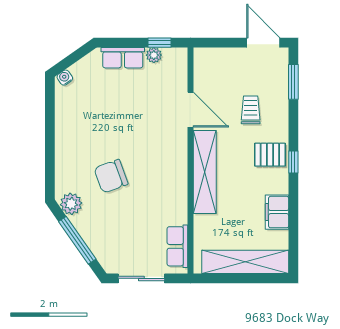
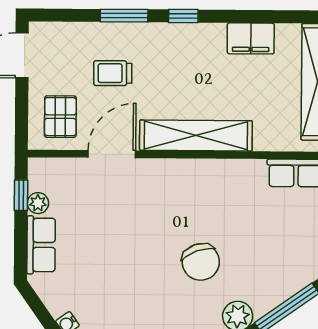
window: (293, 82) -> (124, 16), moved
pallet: (270, 155) -> (60, 117), moved

